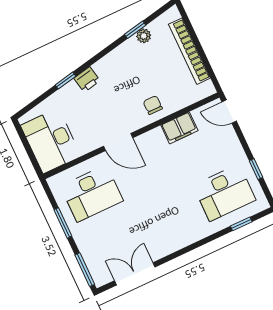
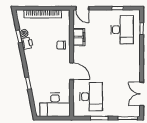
printer: (87, 79) -> (27, 43), moved
door: (229, 112) -> (82, 8), hinge flipped
door: (118, 142) -> (72, 71), hinge flipped

